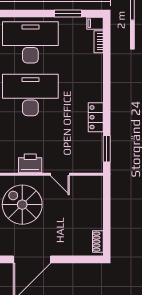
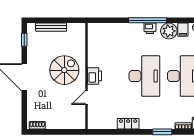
window: (107, 149) -> (162, 132), moved

